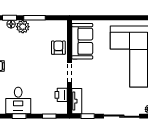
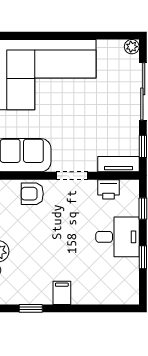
desk: (18, 100) -> (117, 237), moved

